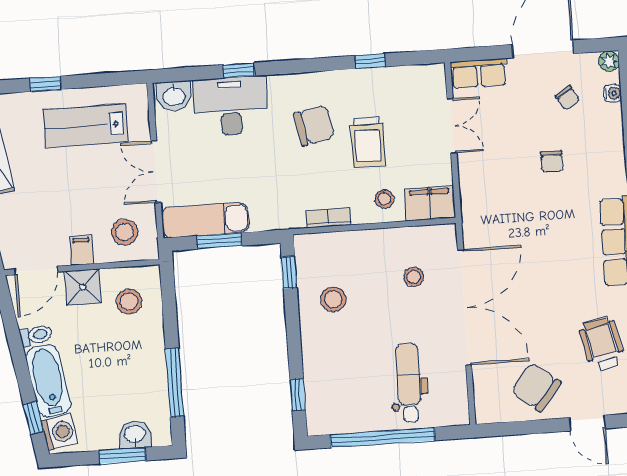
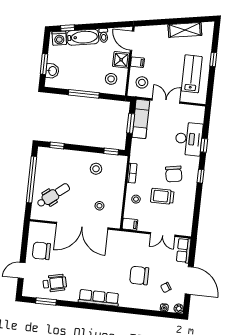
window: (370, 61) -> (201, 176), moved
washbasin: (174, 96) -> (198, 115), removed
chair: (552, 161) -> (139, 275), width x1.87, depth x1.87
filing cabinet: (430, 203) -> (130, 224), width x0.50
window: (175, 382) -> (84, 94), moved
dental chair: (409, 383) -> (53, 195), turned -38
chair: (536, 387) -> (41, 251), turned -129

